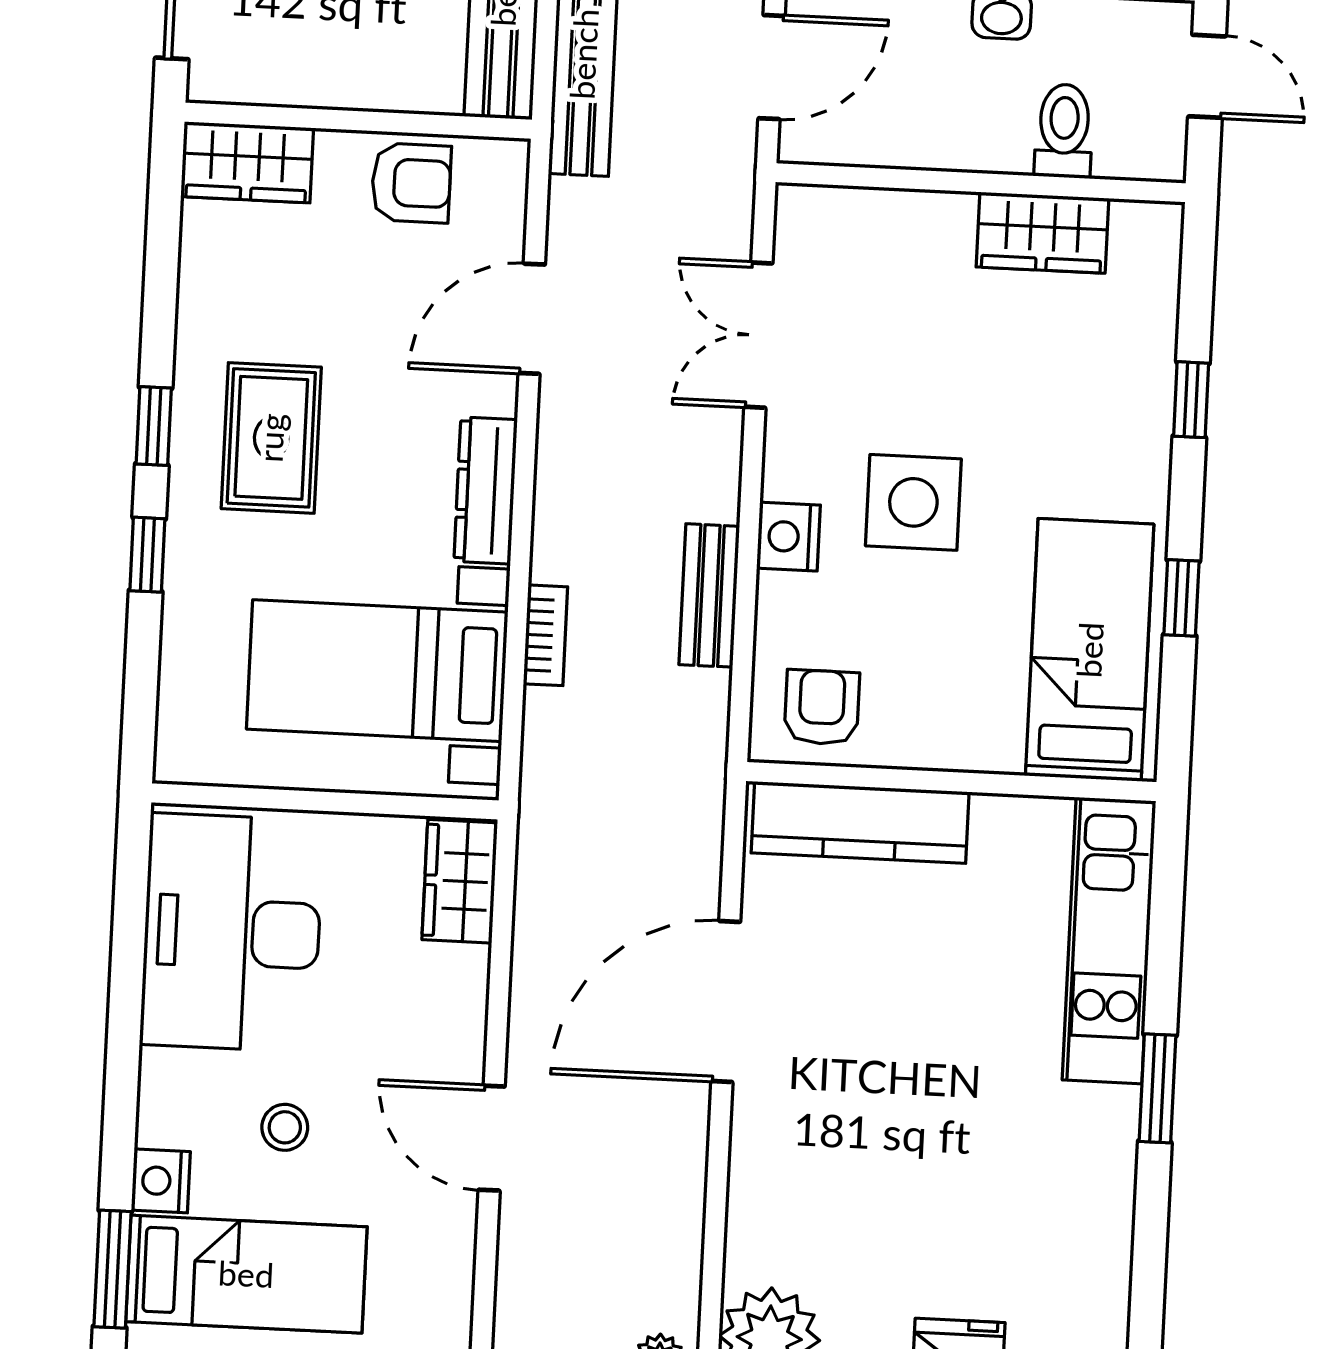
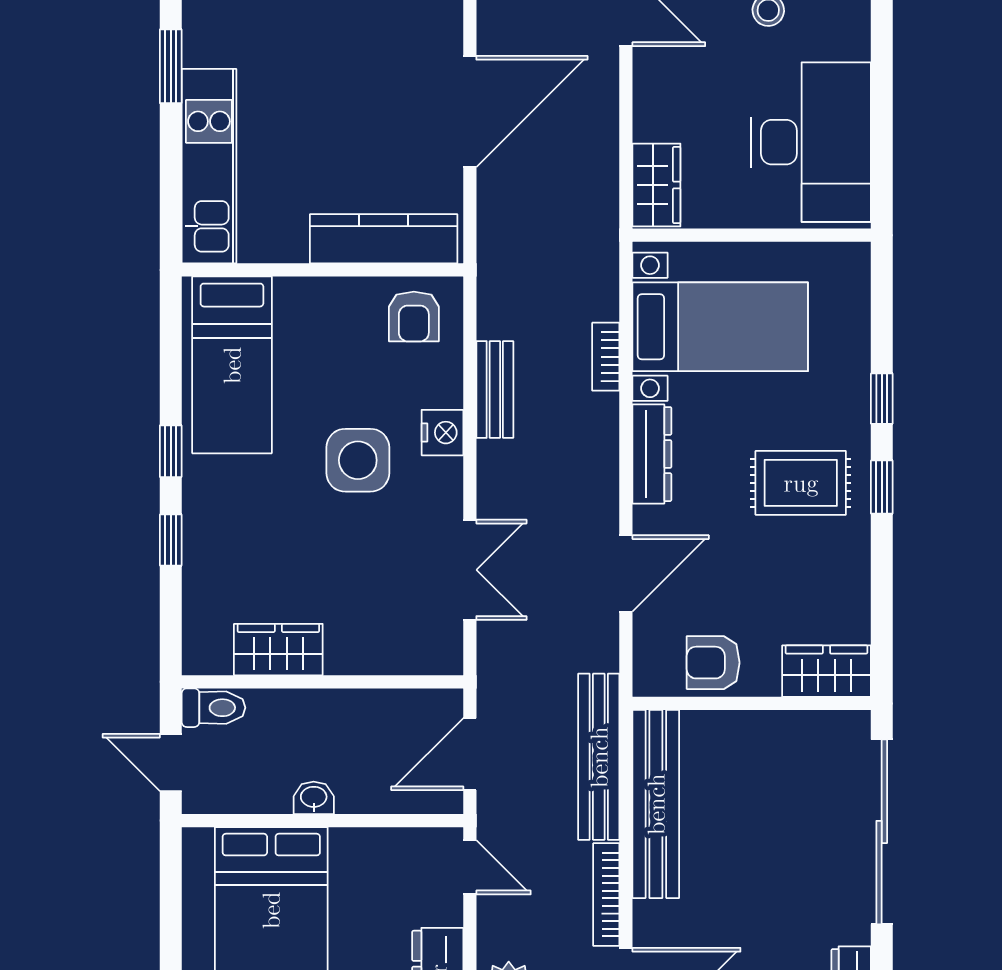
toilet: (1064, 131) -> (213, 708), moved, turned -90
rug: (271, 438) -> (801, 483), turned 90
window: (1181, 598) -> (171, 451), moved

